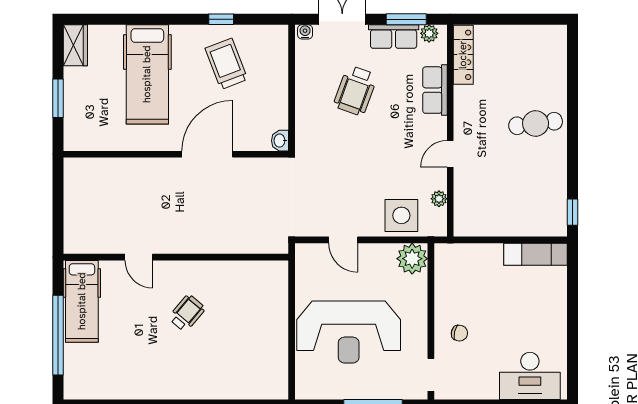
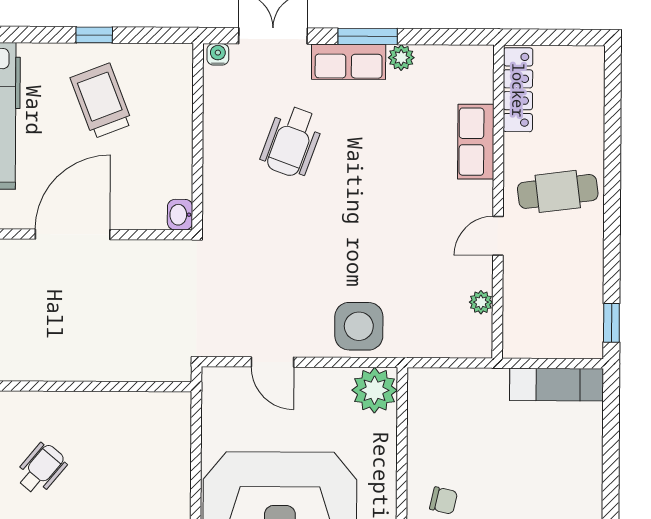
locker: (463, 55) -> (518, 90), moved
row of seats: (435, 90) -> (476, 142), moved
wall: (450, 131) -> (498, 202), moved
door: (450, 154) -> (498, 236), moved
plant: (439, 199) -> (481, 302), moved

